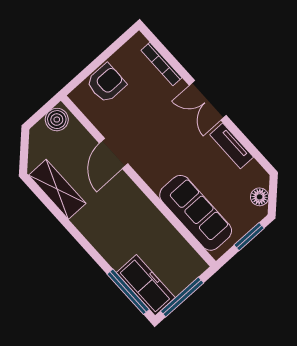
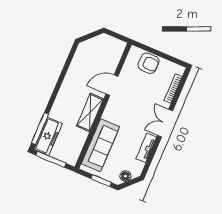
boiler: (57, 120) -> (116, 45), removed
shelving: (57, 189) -> (90, 112), moved

